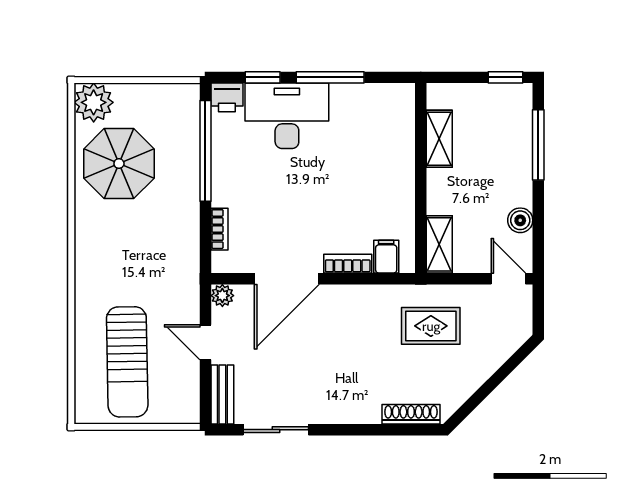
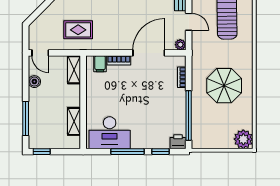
desk: (287, 116) -> (110, 133), moved
parasol: (119, 164) -> (224, 86), moved

